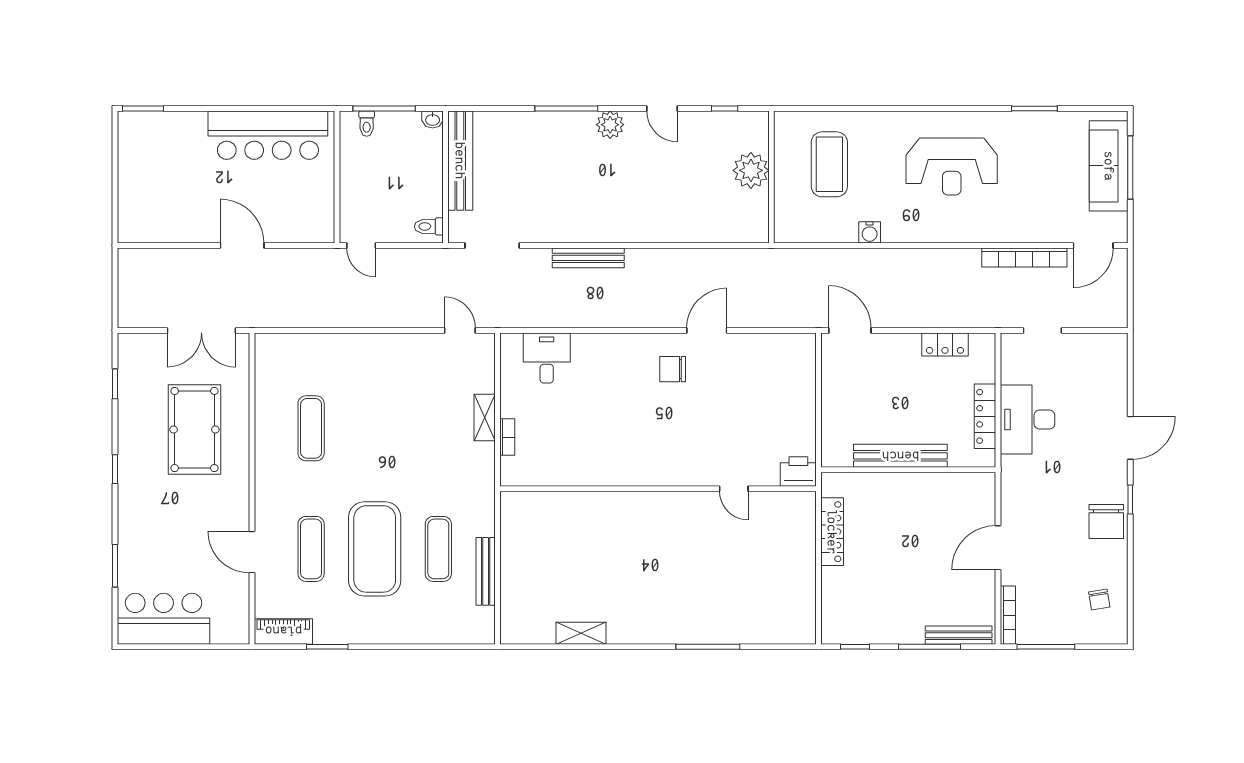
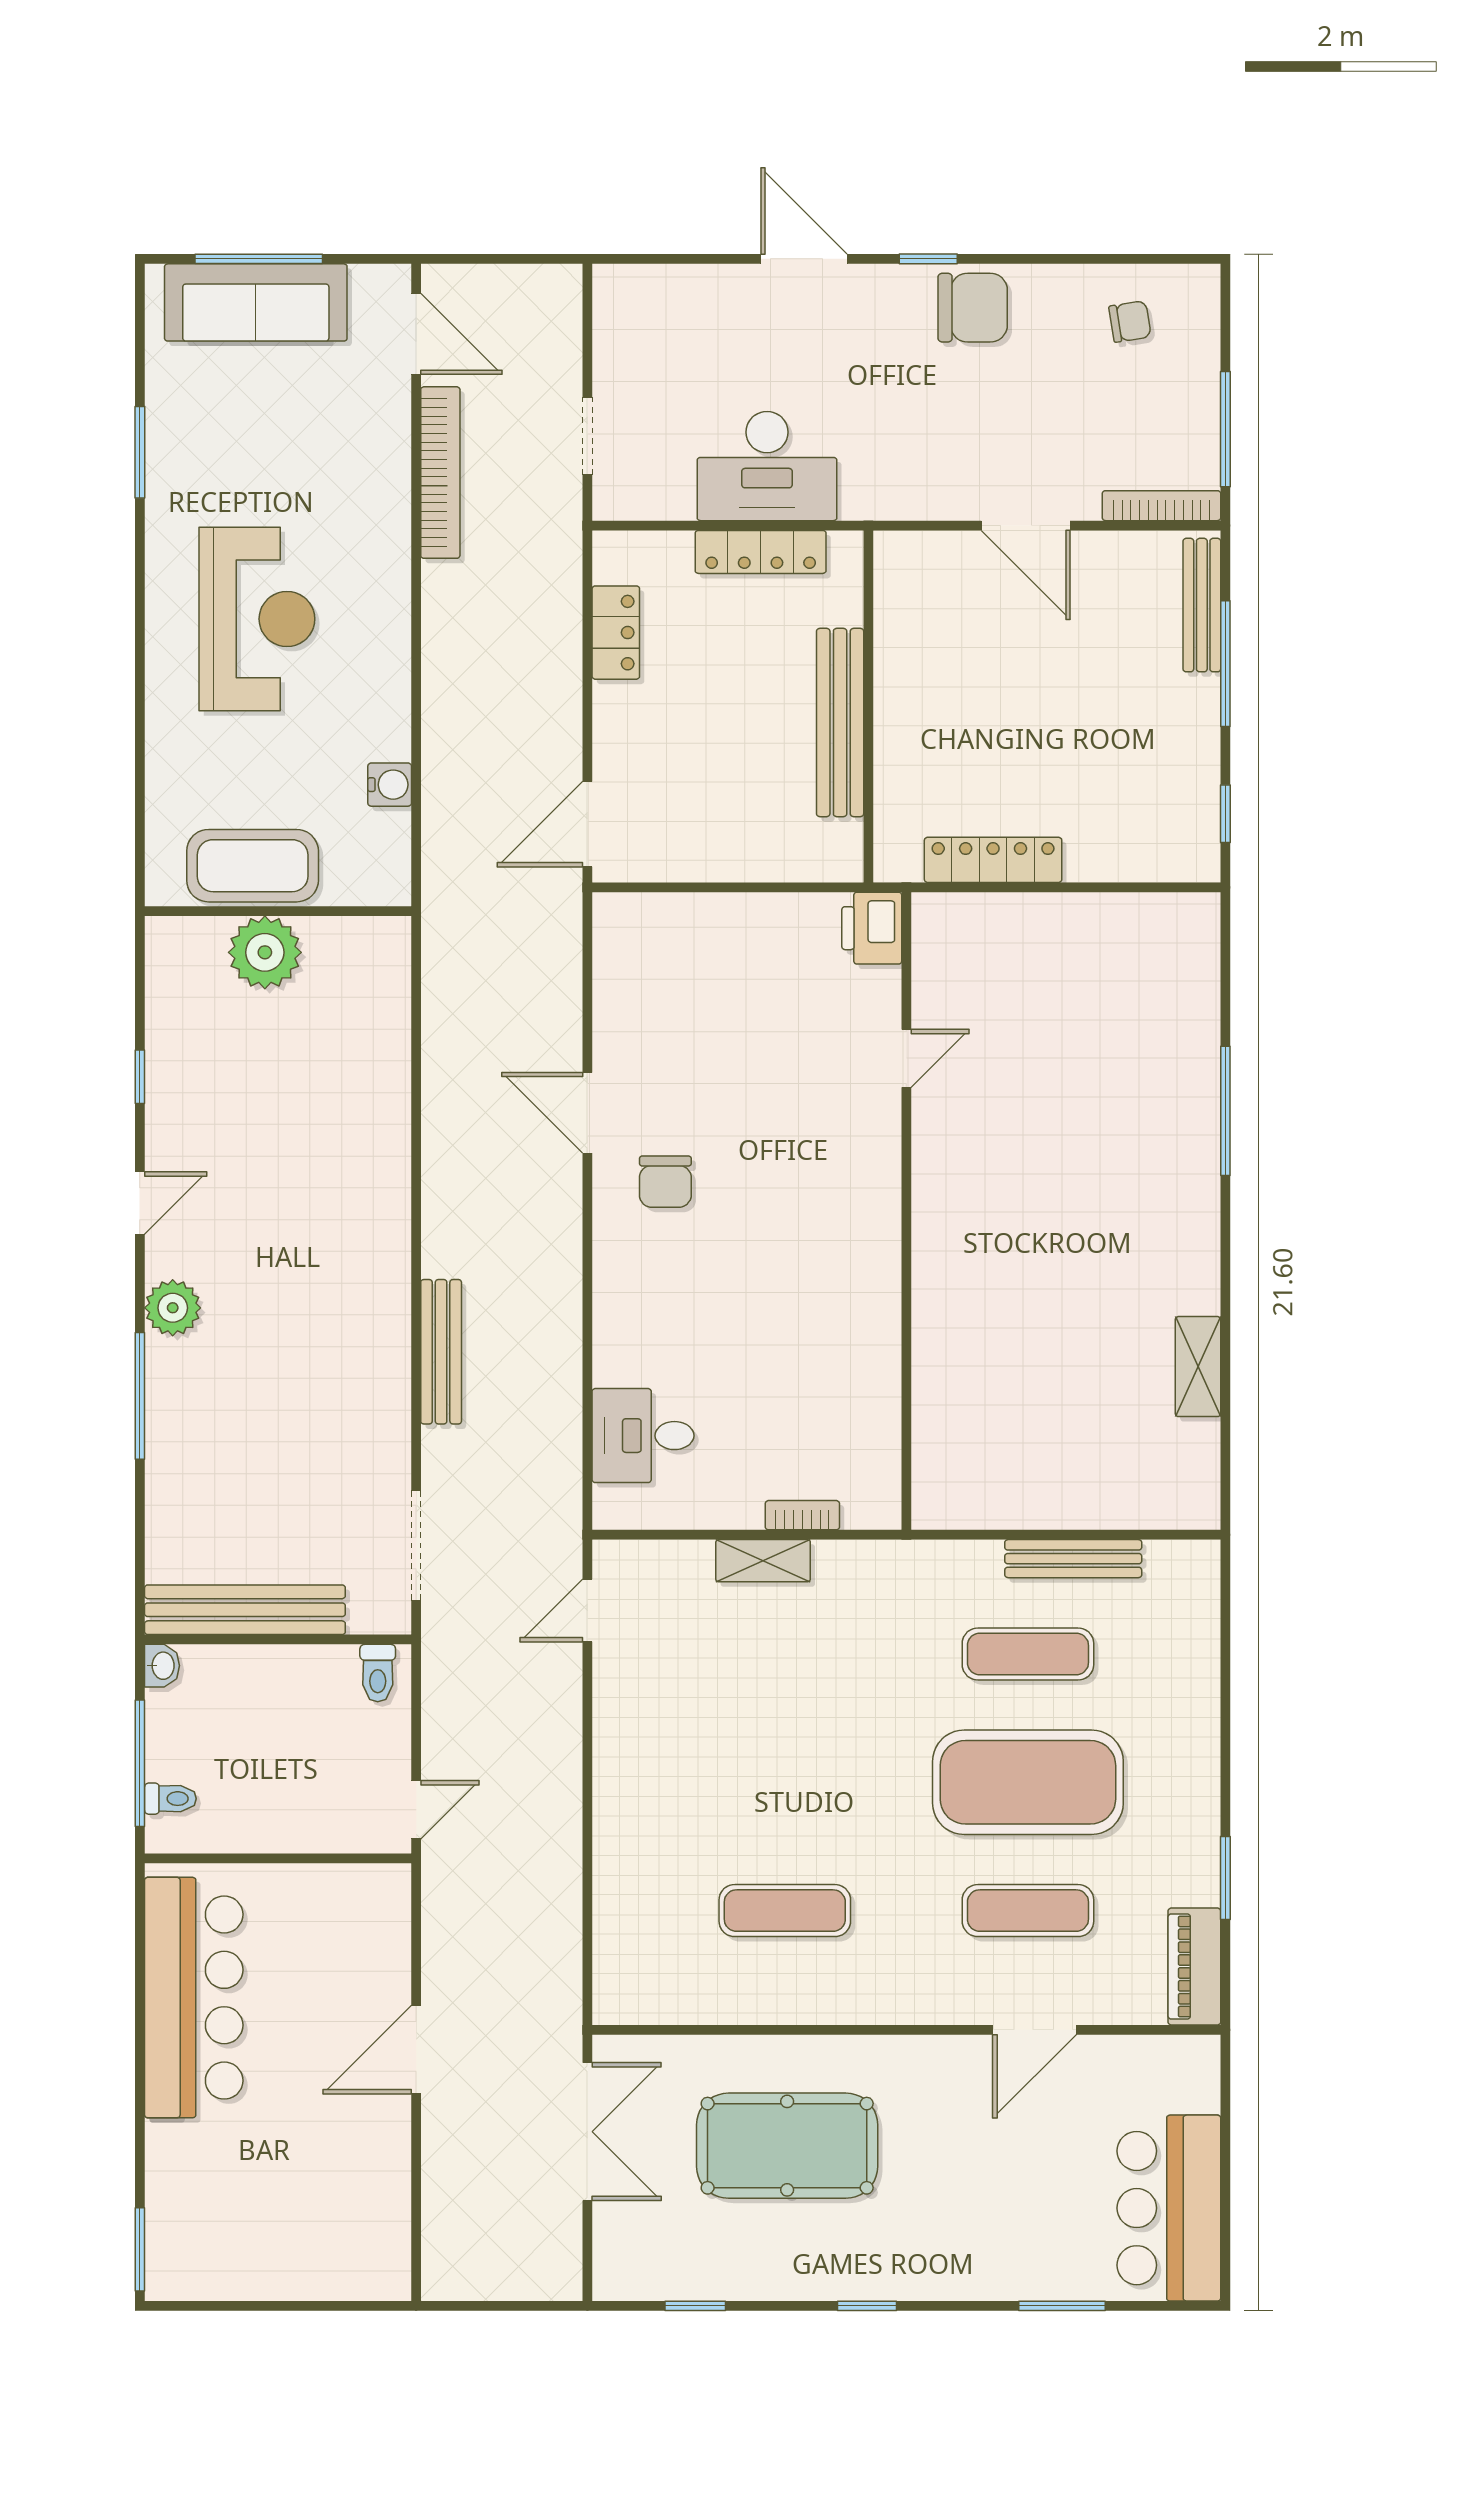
plant: (751, 170) -> (265, 952), moved
wall: (771, 177) -> (278, 911), moved

